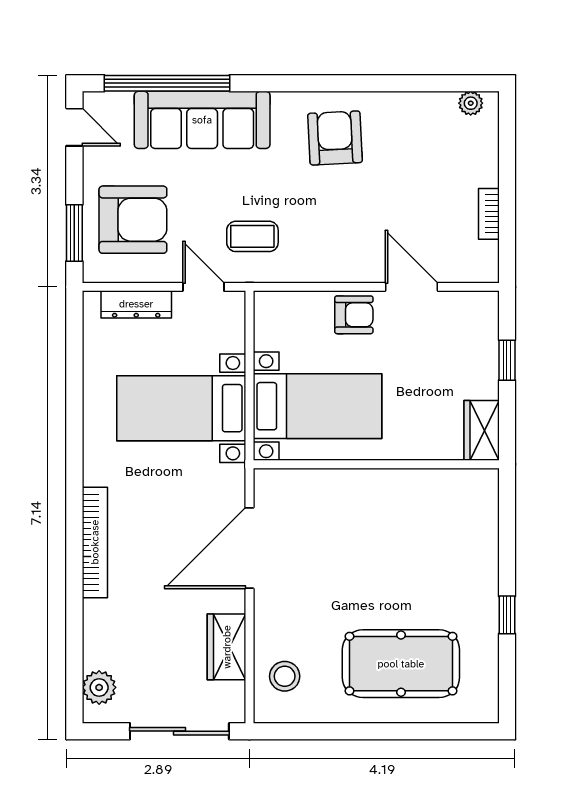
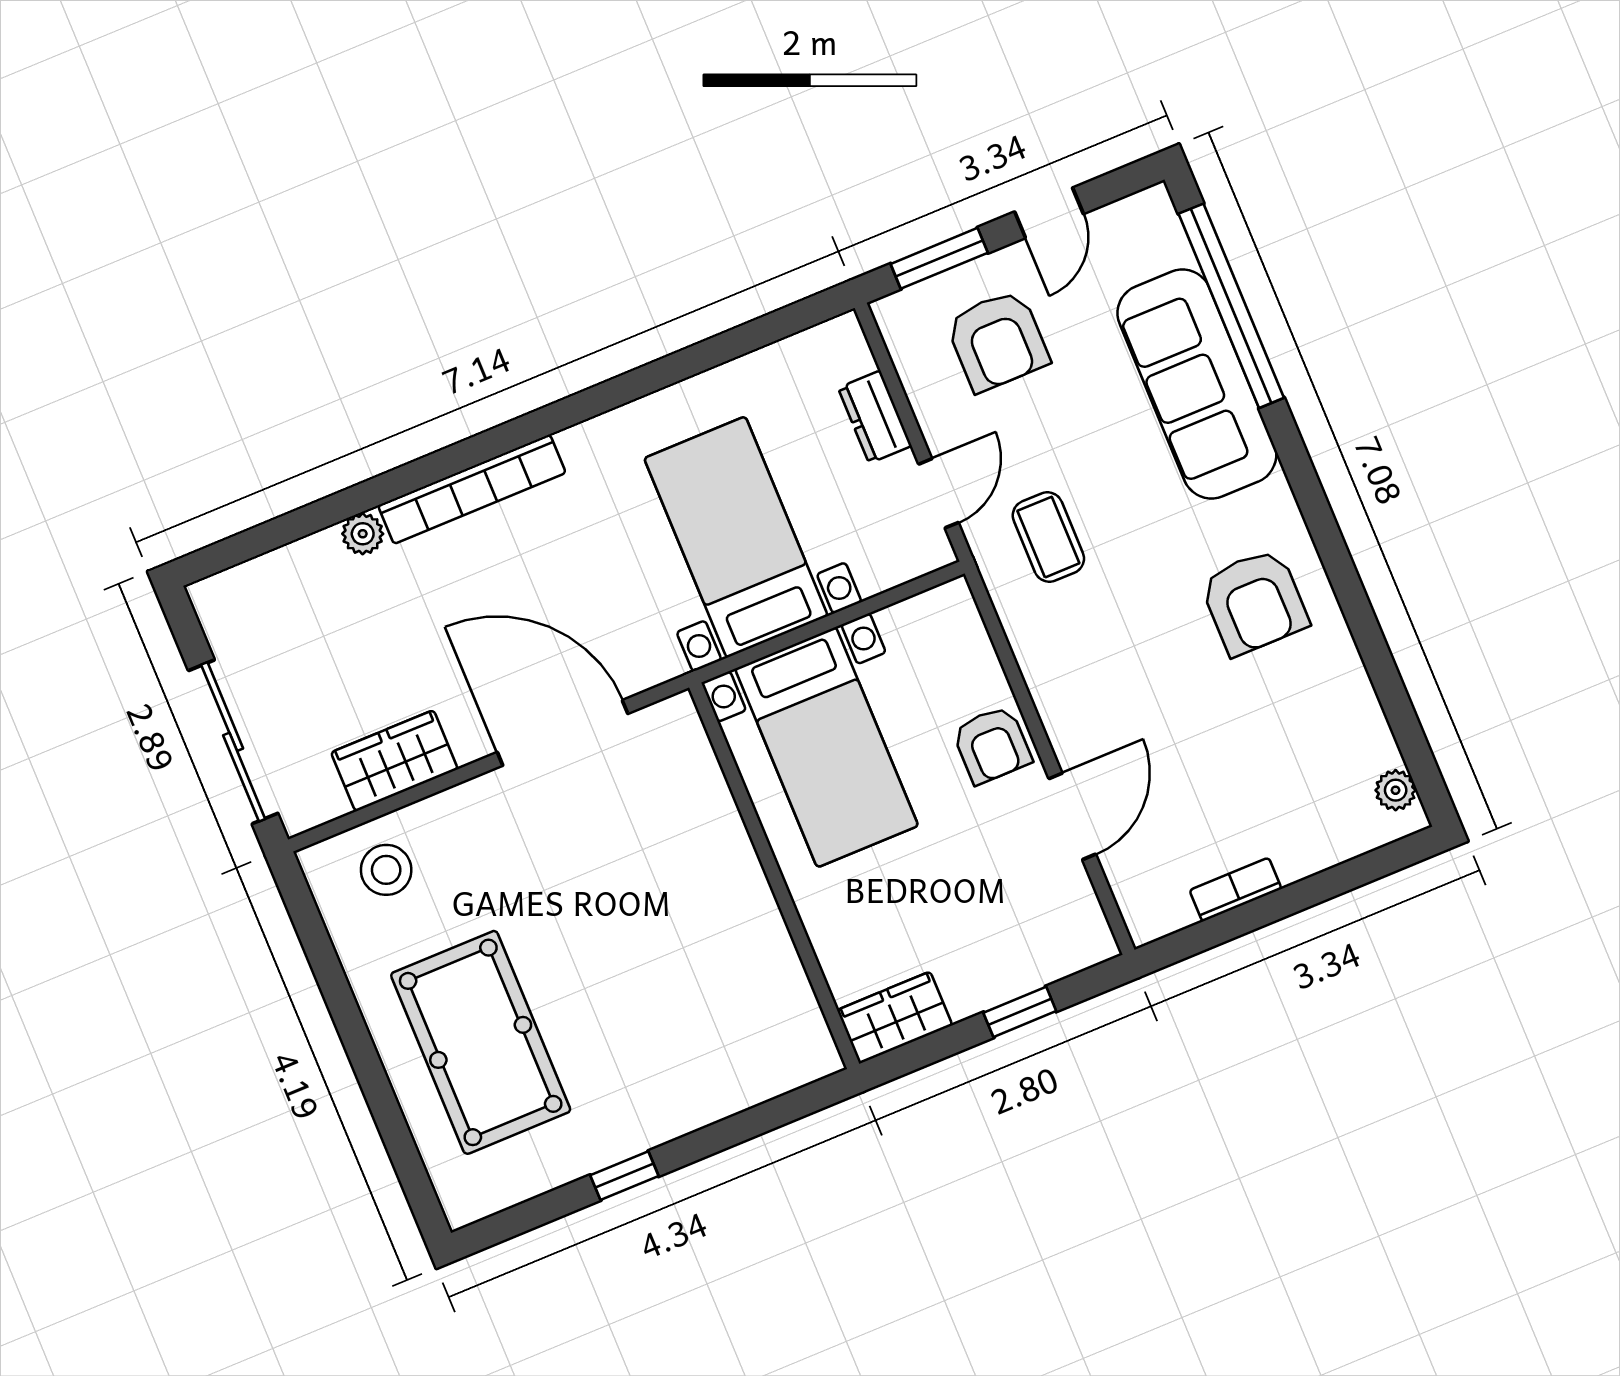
door: (74, 127) -> (1049, 213), moved
armchair: (335, 138) -> (1254, 602), turned 93
armchair: (133, 220) -> (997, 341), width x0.73, depth x0.73
dresser: (136, 304) -> (875, 417), width x0.70
plant: (99, 687) -> (363, 534), moved, width x0.73, depth x0.73

